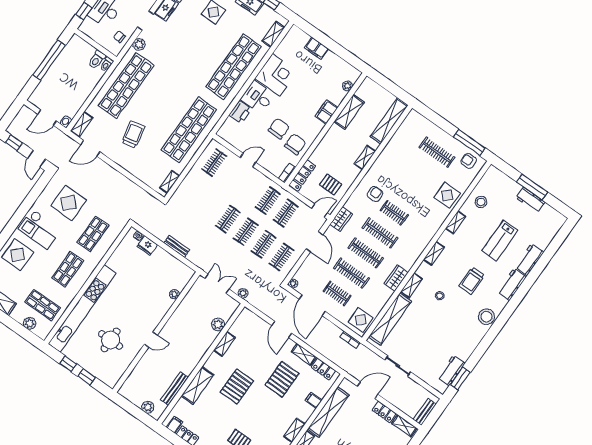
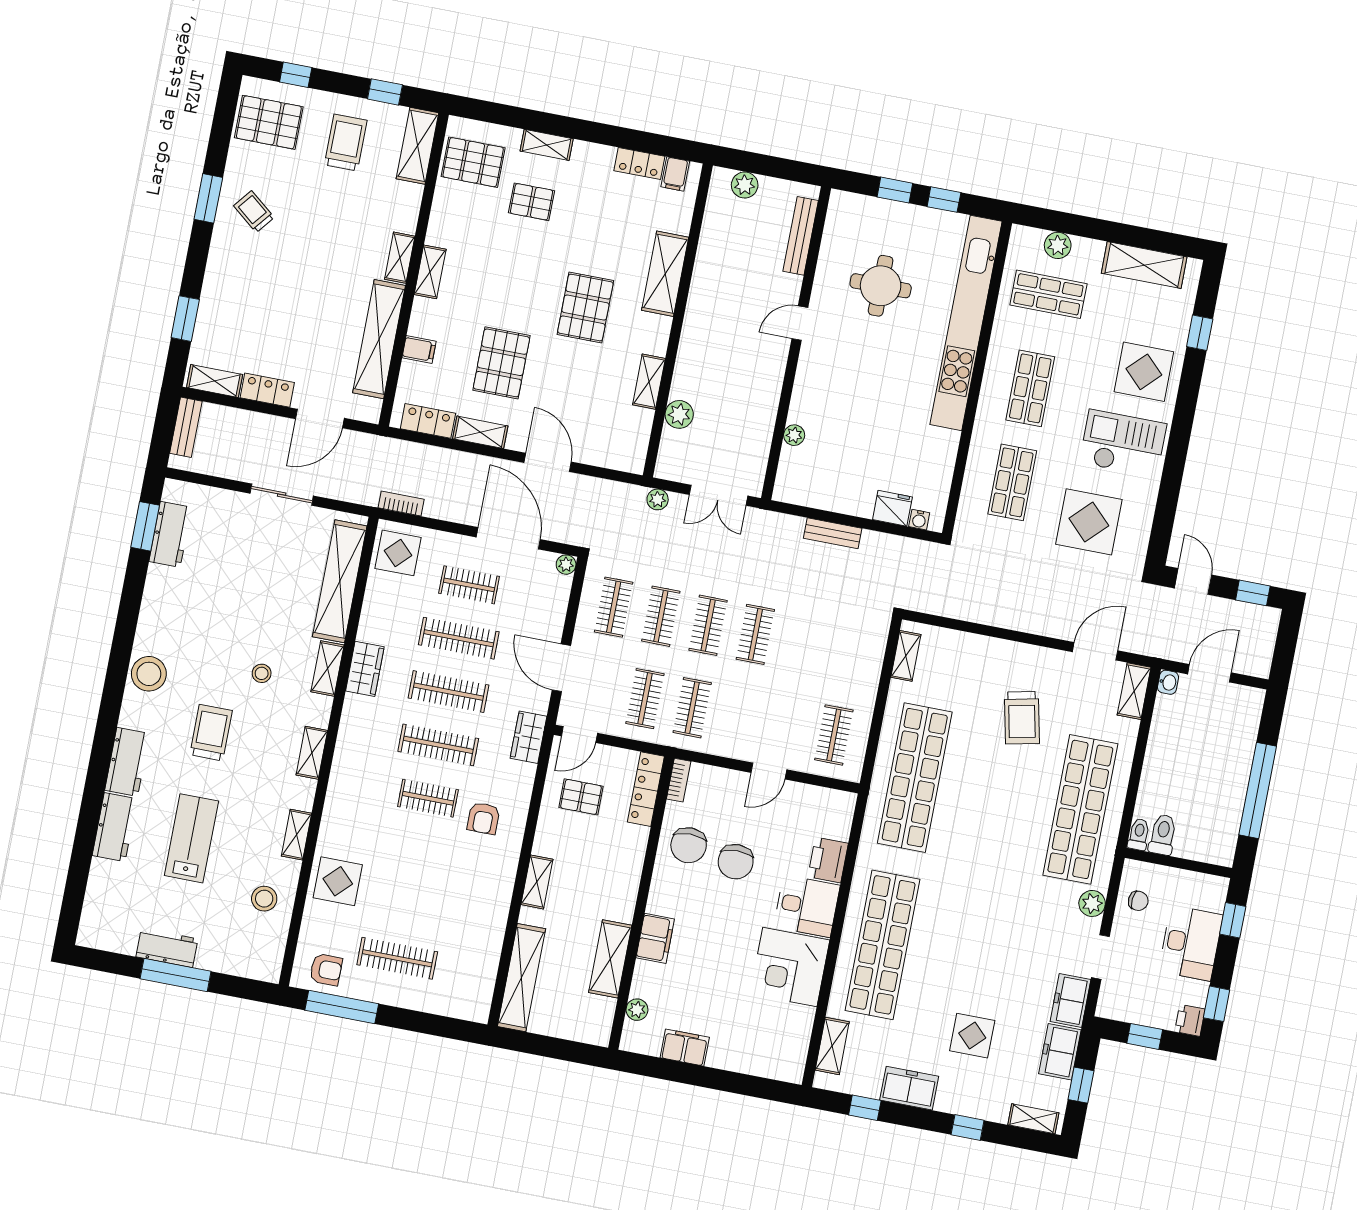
filing cabinet: (316, 48) -> (685, 1048), moved
bench: (175, 389) -> (801, 236), moved

